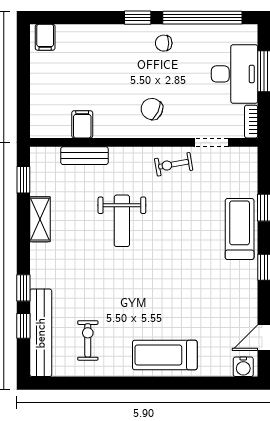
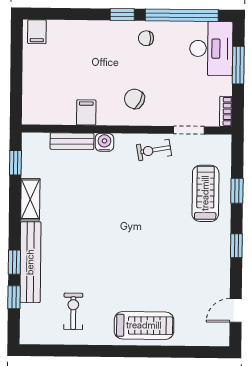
desk: (235, 74) -> (211, 49), moved
filing cabinet: (82, 124) -> (86, 112), moved
weight bench: (122, 221) -> (106, 202), removed
treadmill: (240, 229) -> (205, 193), moved
bench: (41, 333) -> (30, 262), moved
treadmill: (165, 355) -> (144, 325), turned 180
water cooler: (243, 367) -> (104, 142), moved, turned 180

